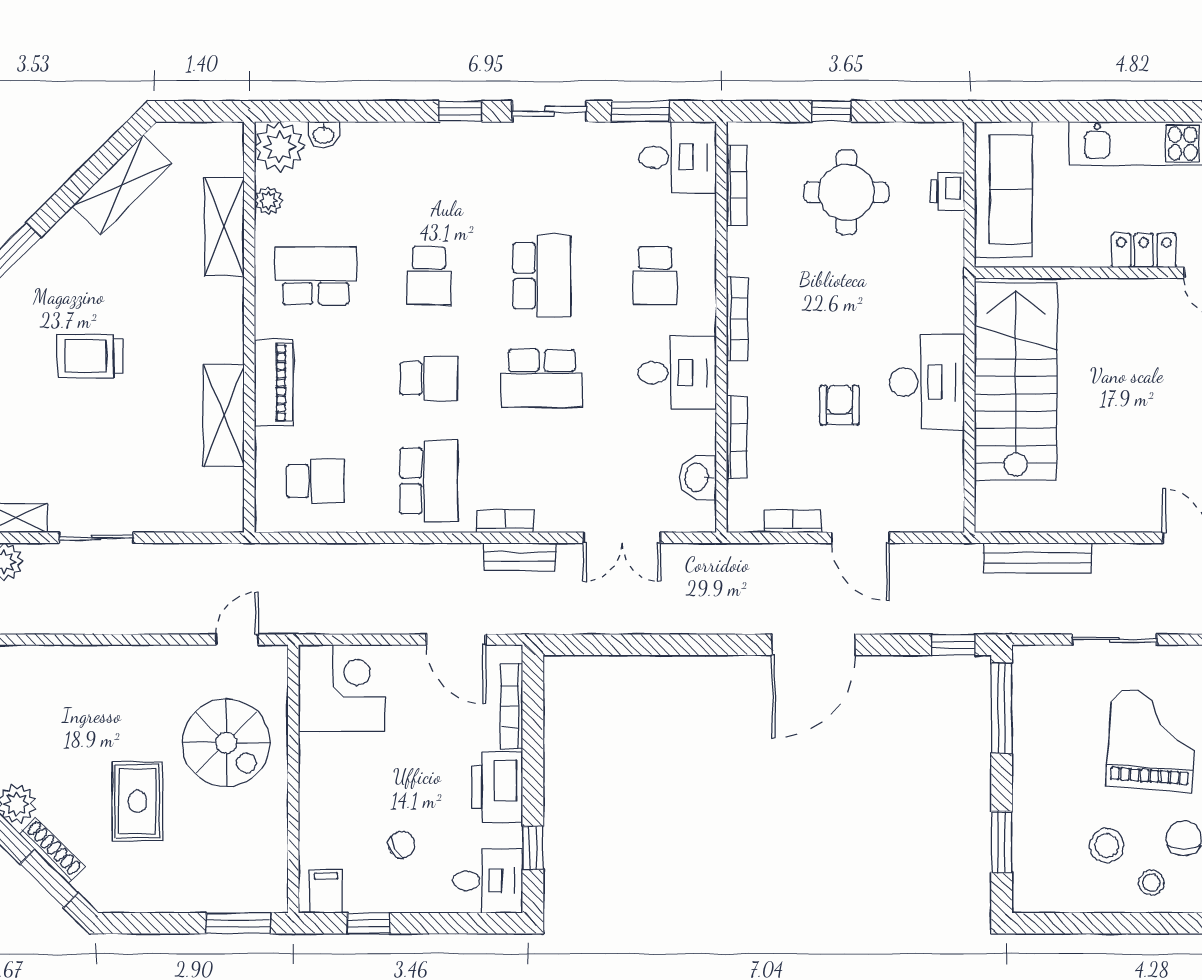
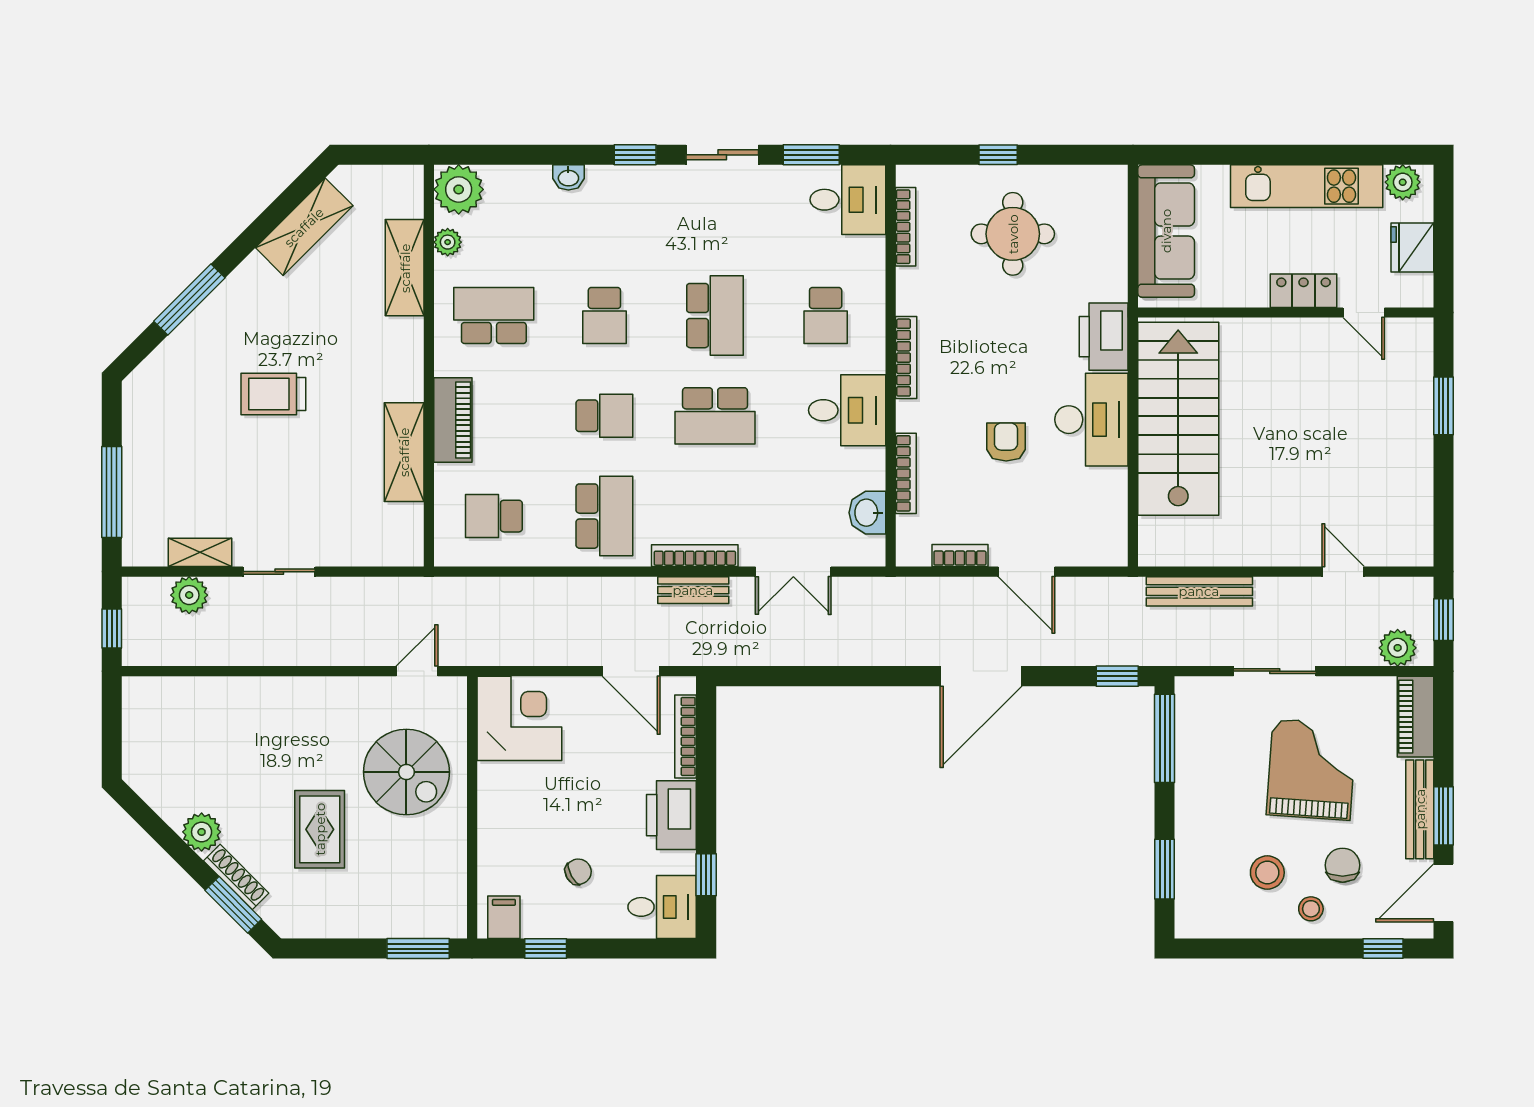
washbasin: (324, 135) -> (568, 177), moved
printer: (948, 192) -> (1104, 337), moved, width x1.87, depth x1.48
school desk: (316, 481) -> (494, 516), turned 180
bookcase: (505, 521) -> (695, 556), width x1.56

